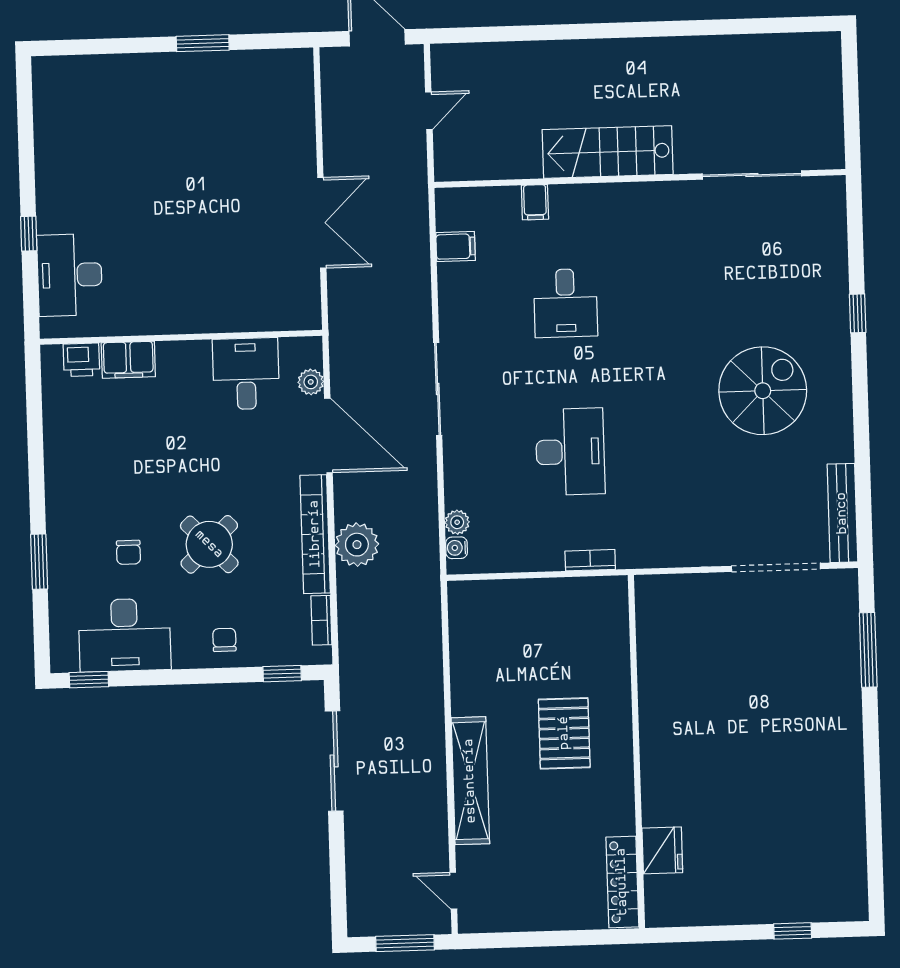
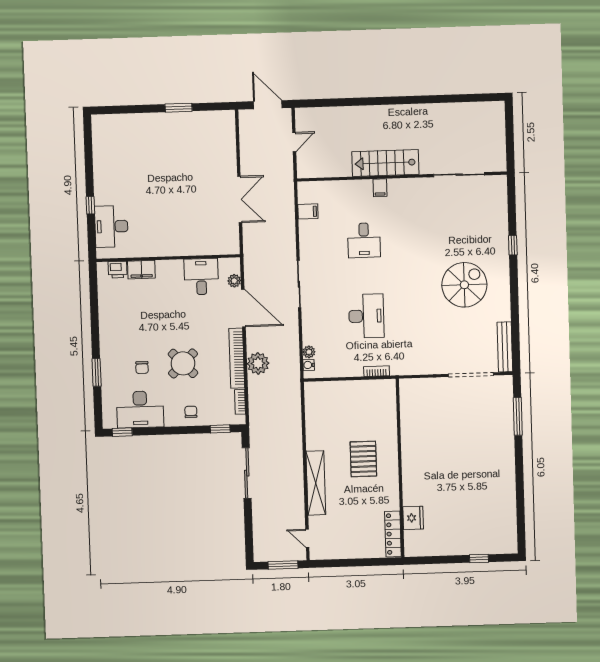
filing cabinet: (535, 202) -> (380, 188), moved

